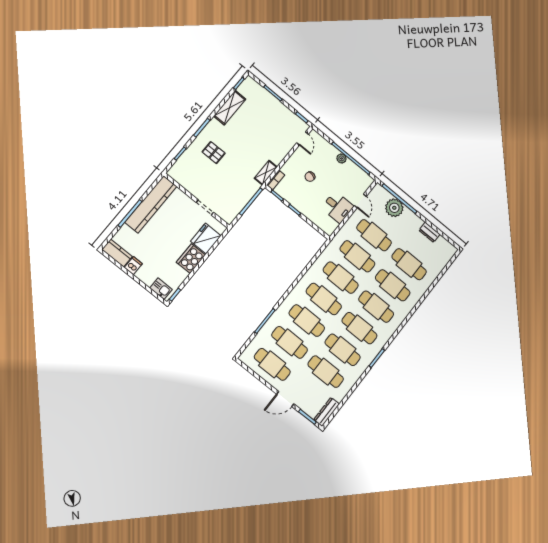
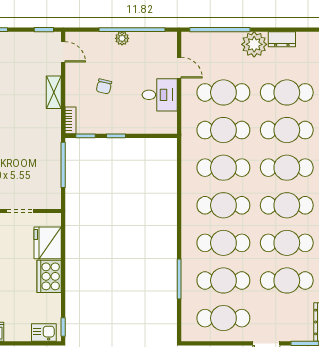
shelving: (266, 173) -> (54, 92), moved
plant: (394, 208) -> (254, 44), moved

